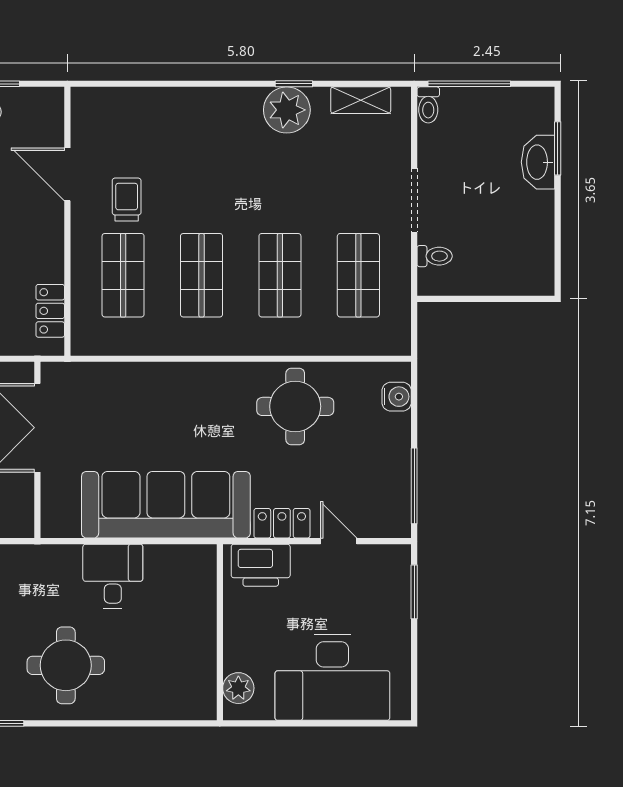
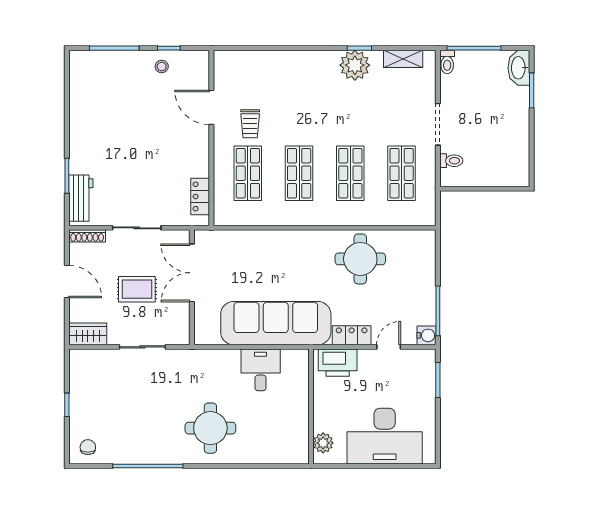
washbasin: (538, 162) -> (519, 68), moved
trolley: (127, 200) -> (250, 124), turned 180
water cooler: (397, 397) -> (427, 335), moved
door: (339, 541) -> (389, 347), hinge flipped
desk: (113, 576) -> (261, 370), moved

